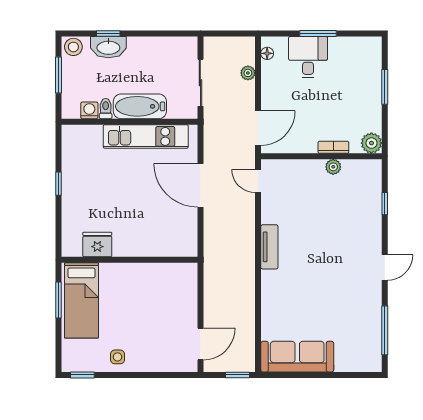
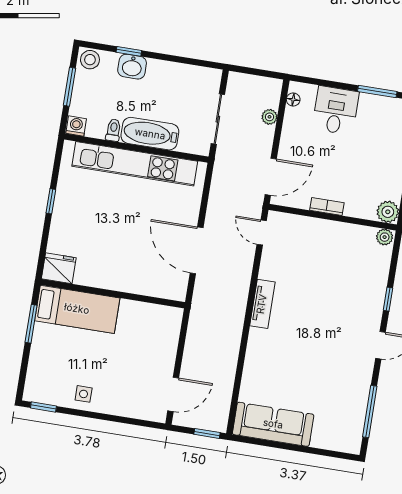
window: (318, 33) -> (377, 92), moved
washbasin: (108, 47) -> (132, 67), width x0.72
washing machine: (89, 110) -> (76, 126), moved
kitchen unit: (146, 136) -> (135, 164), width x1.36
bookcase: (333, 147) -> (327, 206), moved
plant: (333, 167) -> (385, 237), moved
door: (200, 185) -> (197, 250), moved
window: (385, 204) -> (388, 299), moved
fridge: (97, 245) -> (59, 268), moved
bed: (81, 300) -> (77, 309), moved, turned -90

